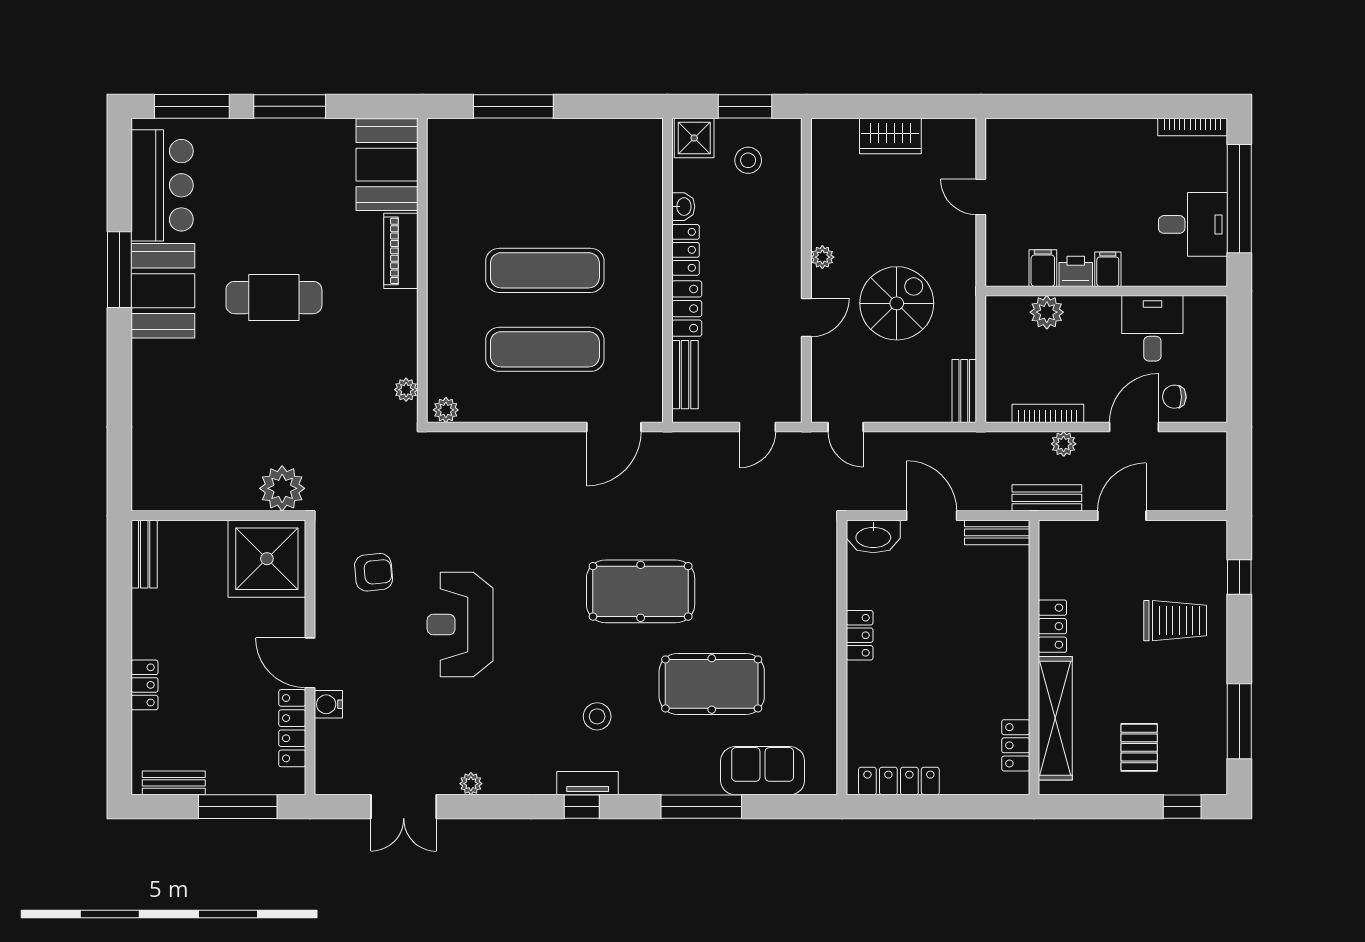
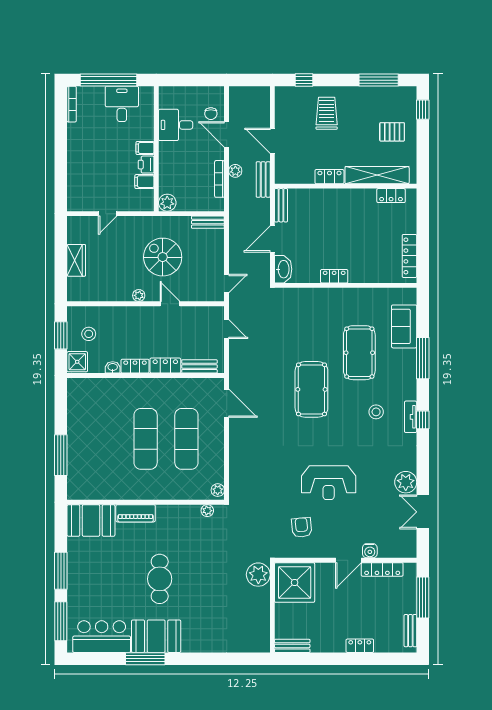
plant: (1047, 312) -> (167, 203), moved
plant: (471, 784) -> (406, 482), width x1.87, depth x1.87
double door: (404, 807) -> (423, 512), swing flipped

